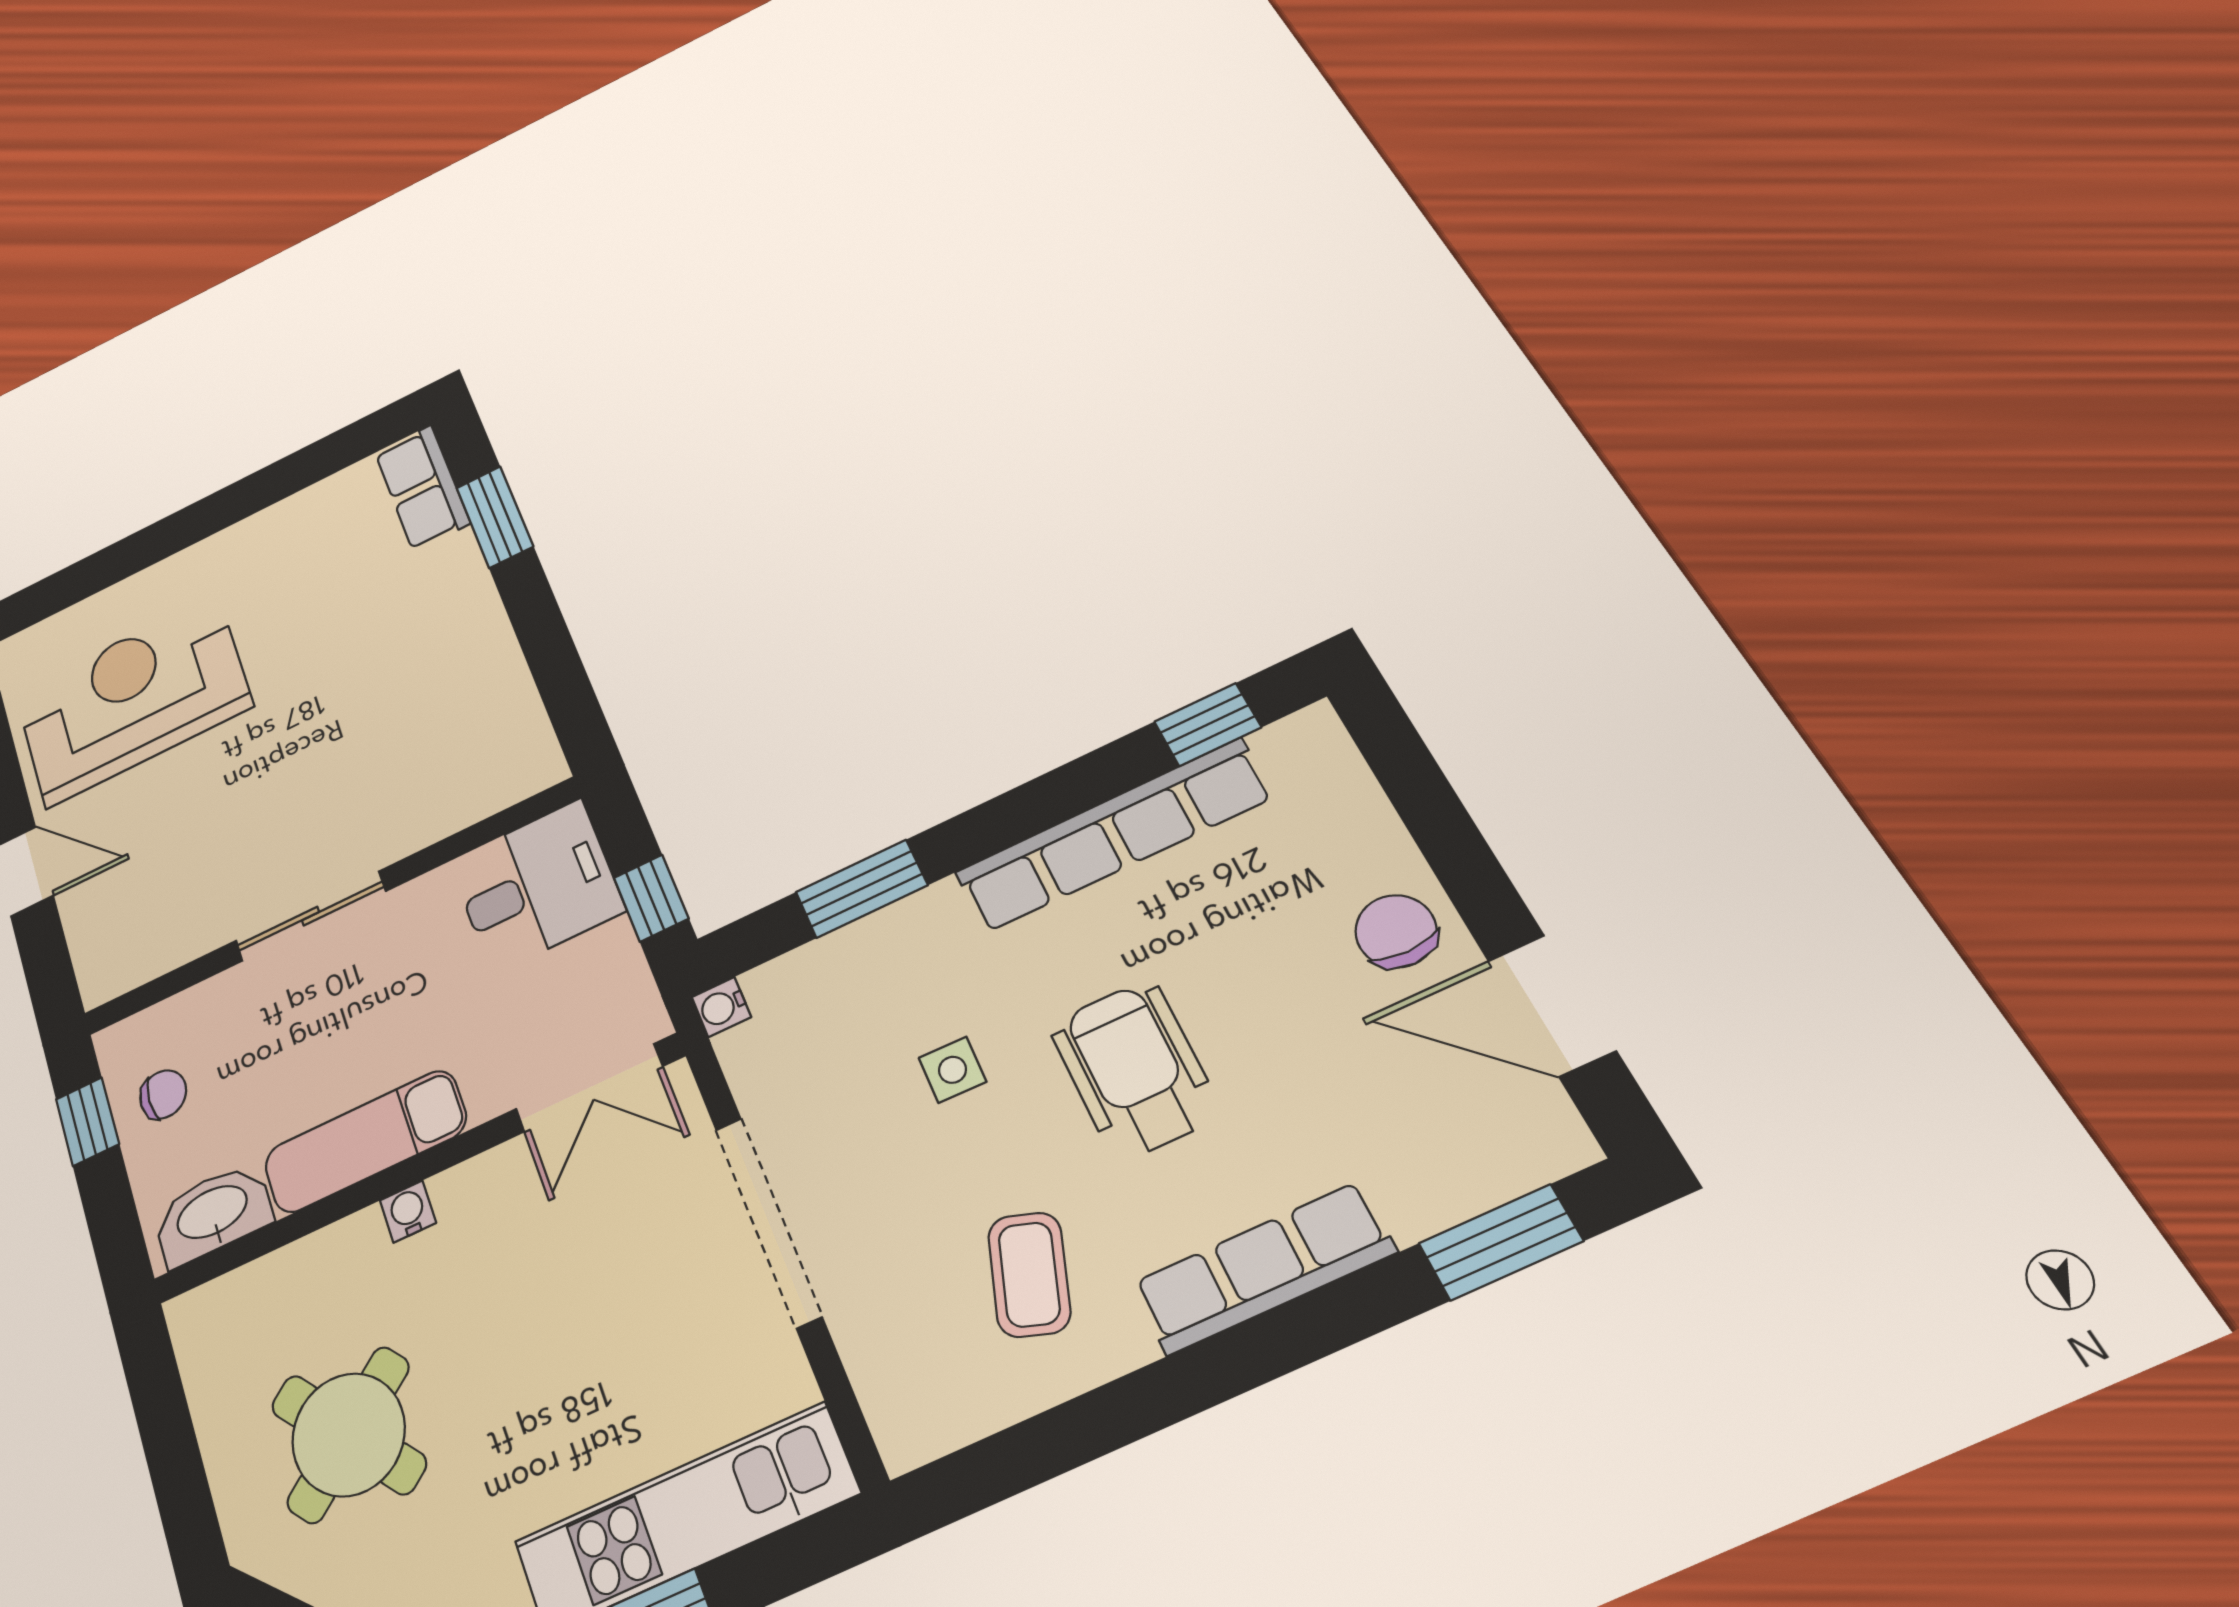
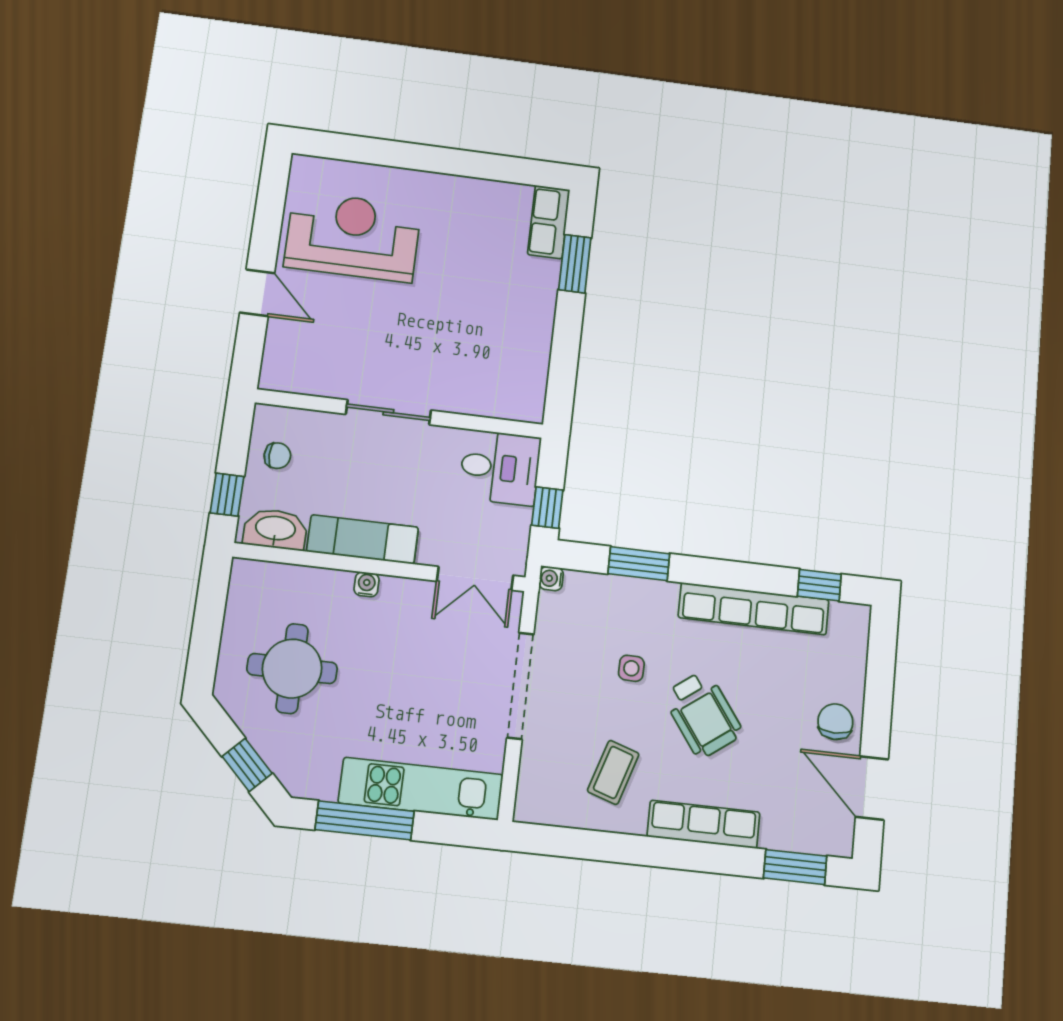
wheelchair: (1135, 1069) -> (703, 714), turned 144
window: (87, 1122) -> (227, 495), moved
round table: (348, 1434) -> (292, 669), turned 38

